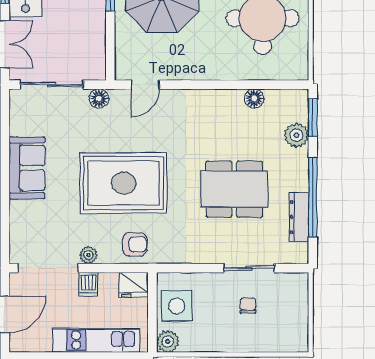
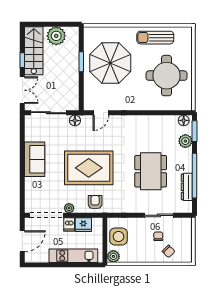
floor lamp: (254, 98) -> (184, 120), moved
dining table: (234, 189) -> (151, 171), turned 90
armchair: (135, 244) -> (95, 202), turned -90
fridge: (134, 285) -> (83, 225), moved
chair: (266, 332) -> (169, 251), added

